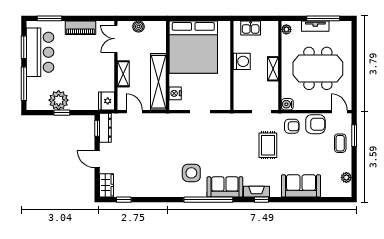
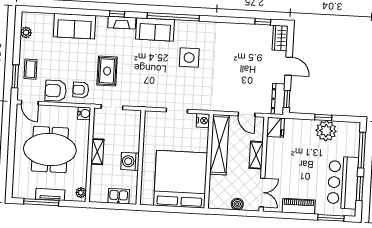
nightstand: (175, 93) -> (203, 121), moved
side table: (191, 173) -> (189, 58), moved

